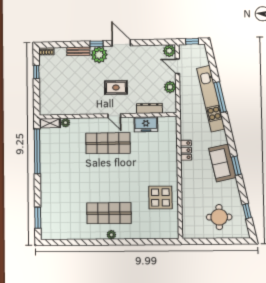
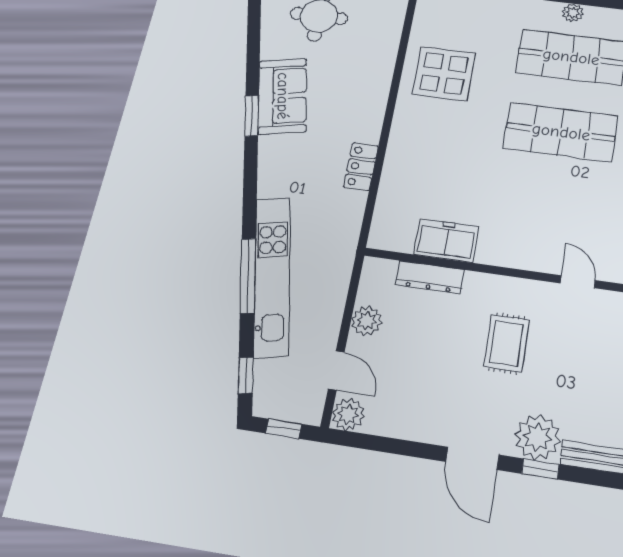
rug: (116, 87) -> (506, 343), turned 90
door: (114, 116) -> (578, 282), moved
shop shelf: (108, 143) -> (561, 132), moved
sofa: (222, 163) -> (283, 96), moved
window: (247, 211) -> (246, 375), moved

